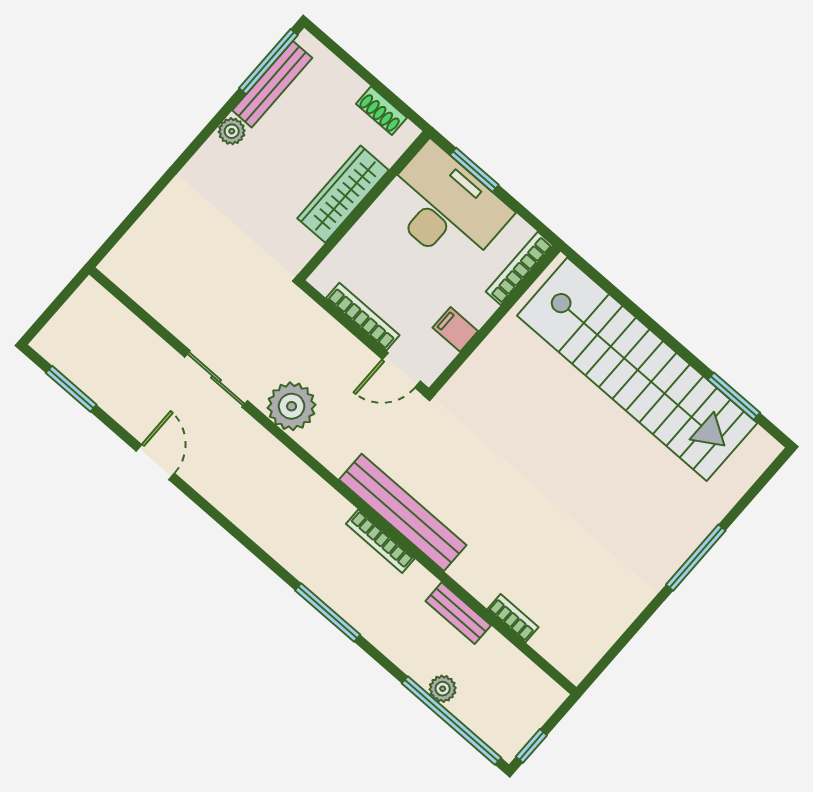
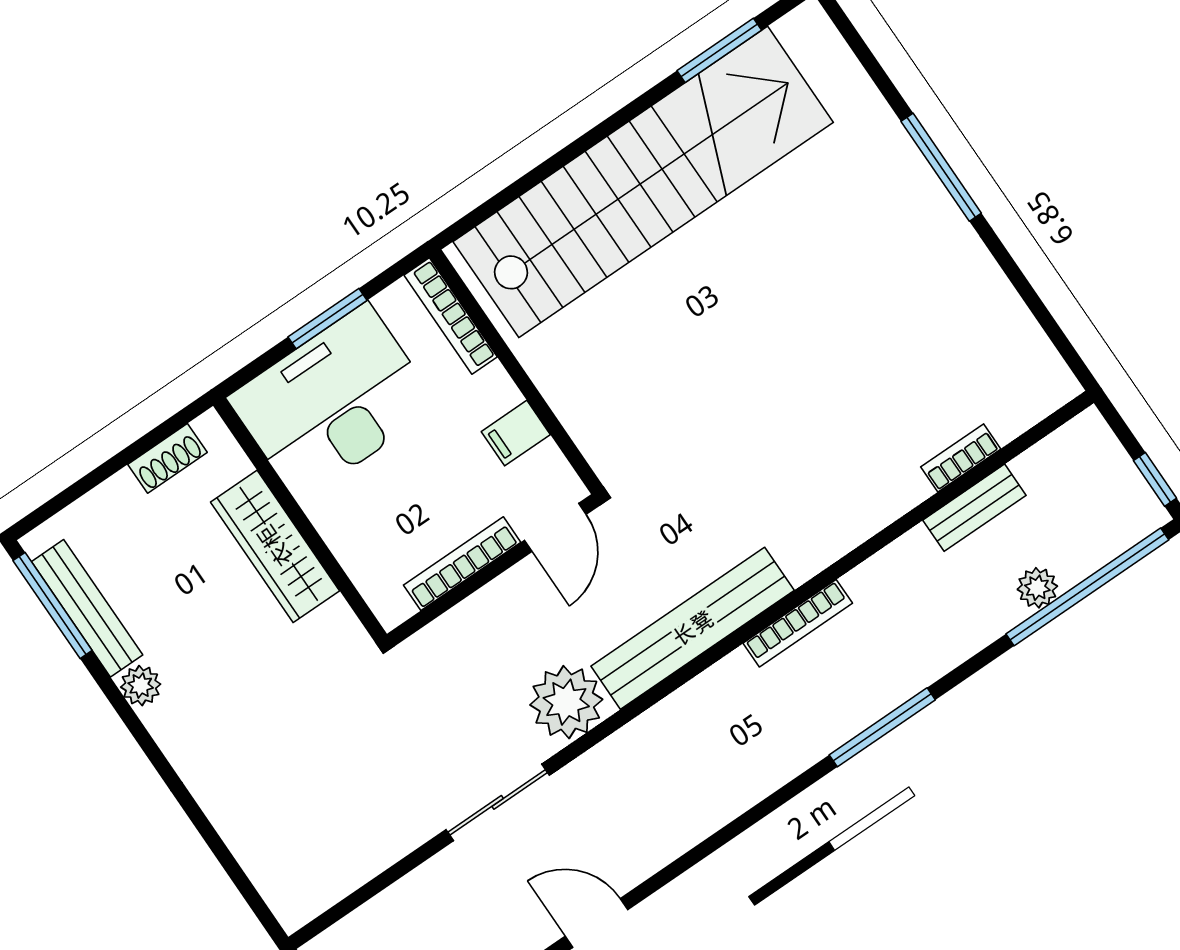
window: (474, 170) -> (327, 319), moved
bench: (403, 512) -> (693, 628), moved
bench: (458, 613) -> (974, 508), moved

